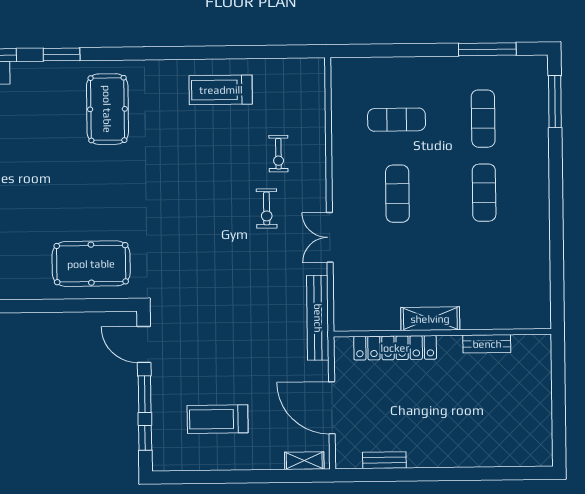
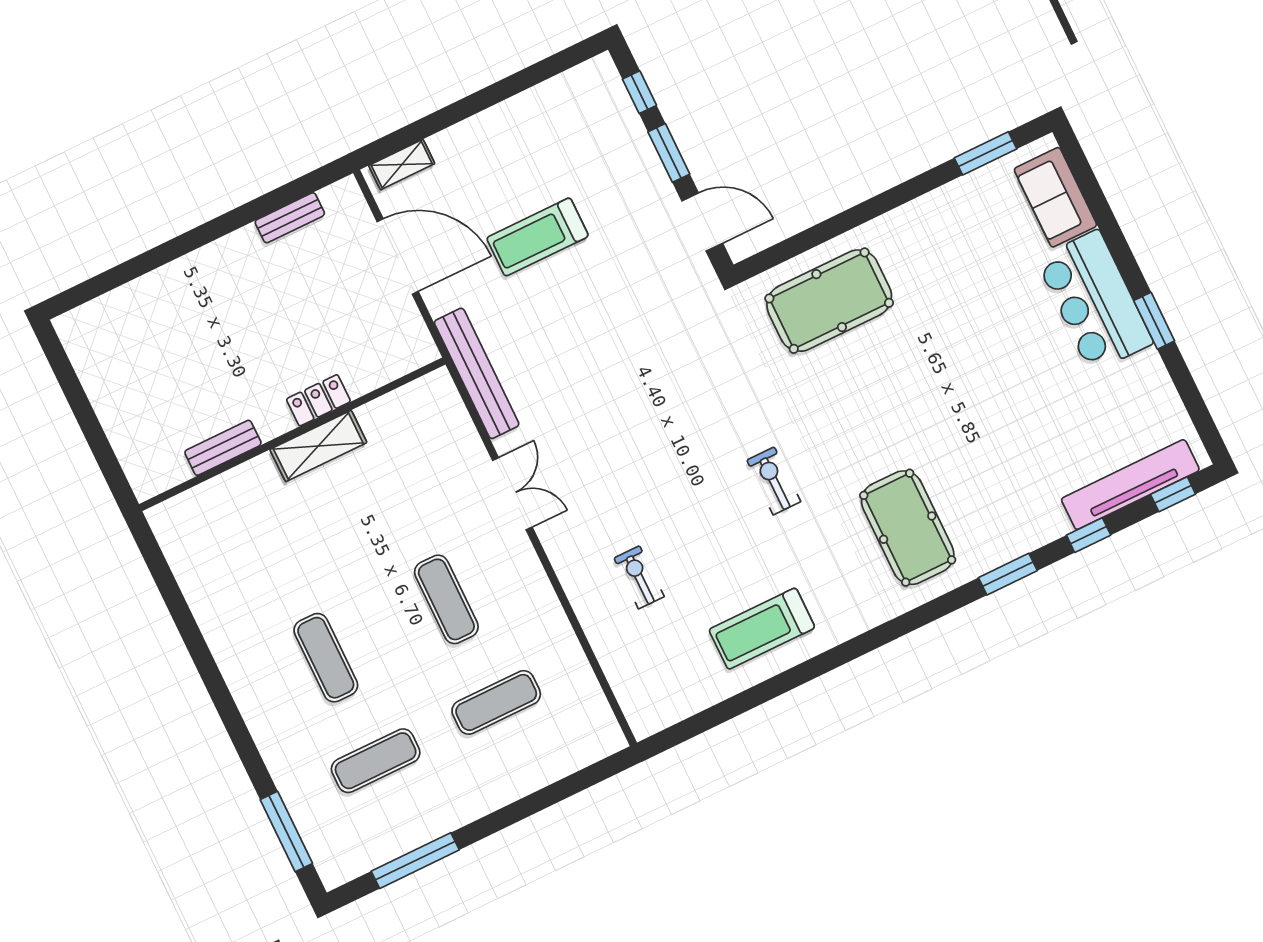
treadmill: (221, 90) -> (762, 629), turned 180
exercise mat: (483, 119) -> (376, 761), turned 90
exercise bike: (267, 208) -> (774, 481), moved
locker: (395, 348) -> (318, 400), width x0.46, depth x0.83
treadmill: (218, 419) -> (538, 237), moved, turned 180

